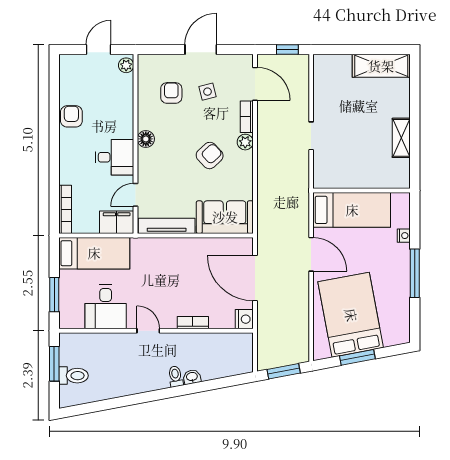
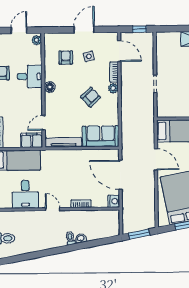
desk: (114, 157) -> (30, 76), moved

